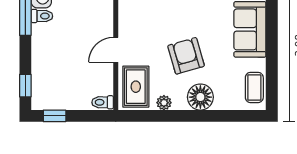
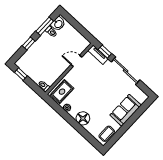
door: (116, 50) -> (76, 61), moved
armchair: (186, 56) -> (92, 98), removed
window: (25, 86) -> (29, 43), moved

